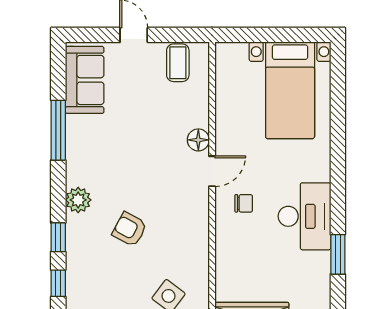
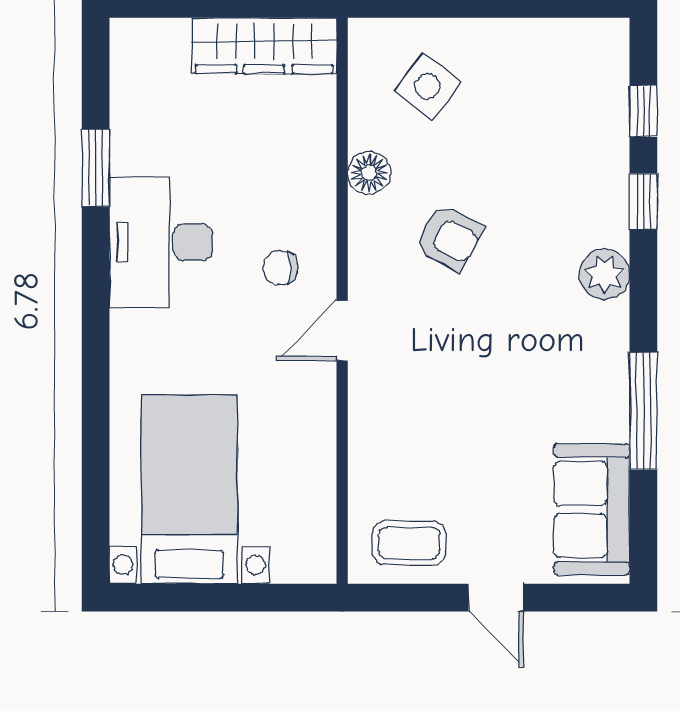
coffee table: (178, 63) -> (409, 543), turned 90
floor lamp: (198, 140) -> (369, 173), moved
armchair: (130, 229) -> (449, 237), moved

